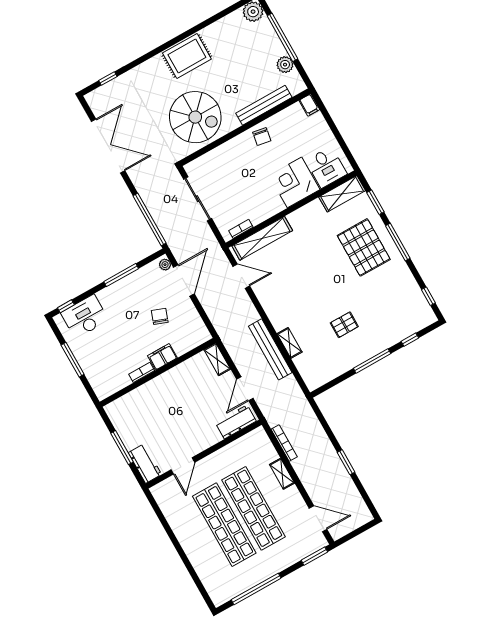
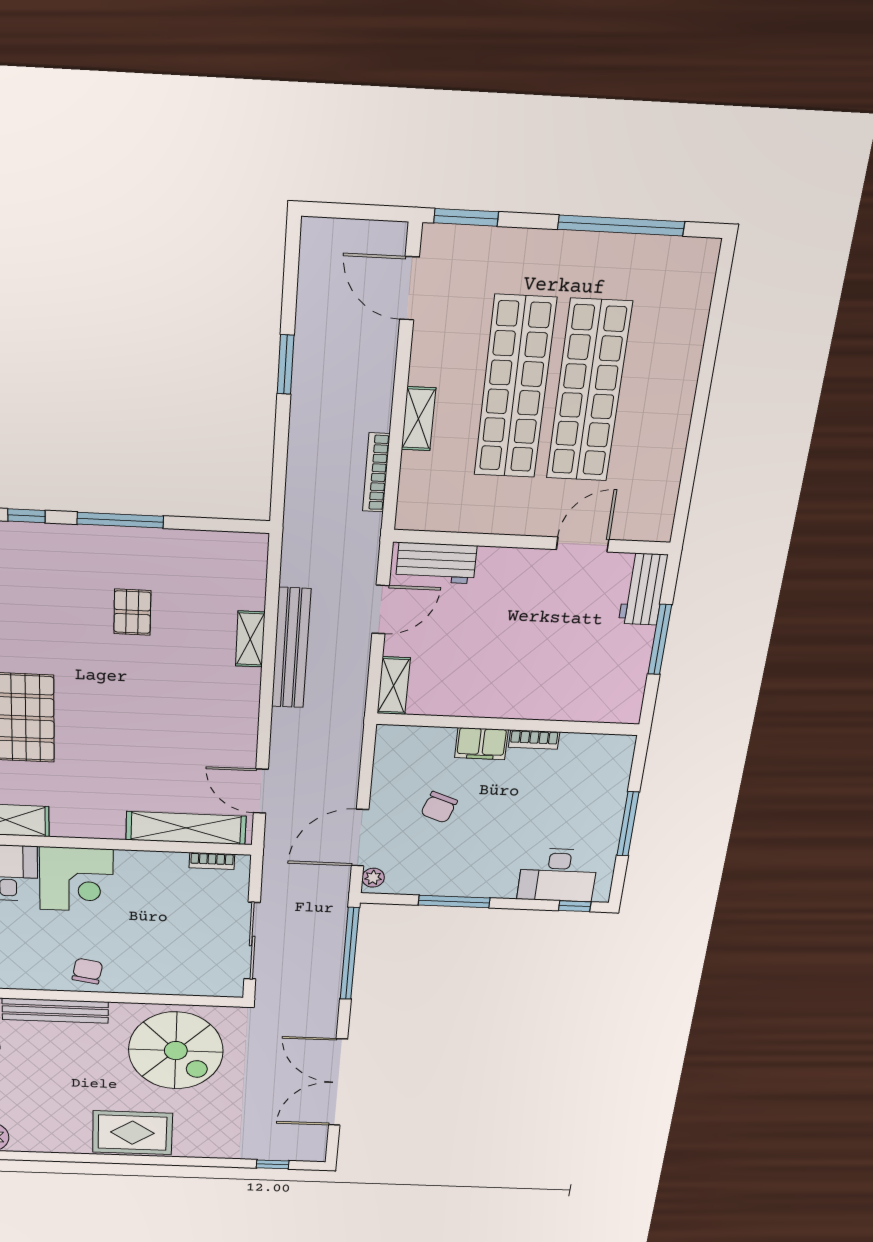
spiral stairs: (195, 117) -> (176, 1051), turned 180
pallet: (344, 325) -> (132, 612), turned 90

